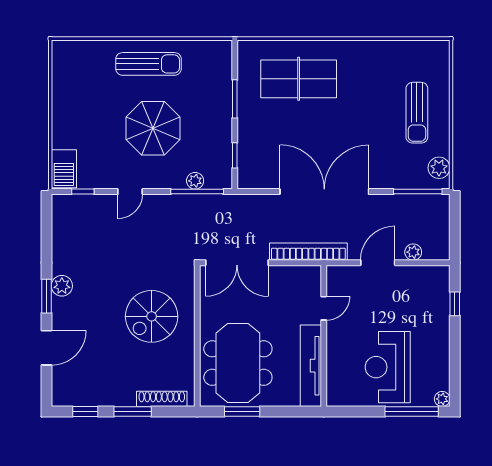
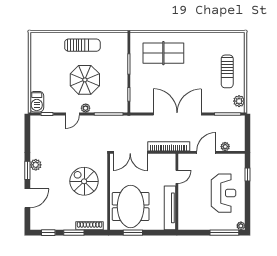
plant: (195, 181) -> (86, 108), moved
spiral stairs: (152, 316) -> (84, 181), turned 90
reception desk: (388, 367) -> (224, 193), moved, turned 180

